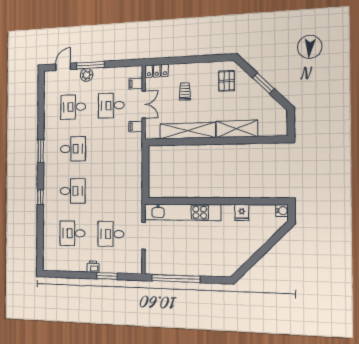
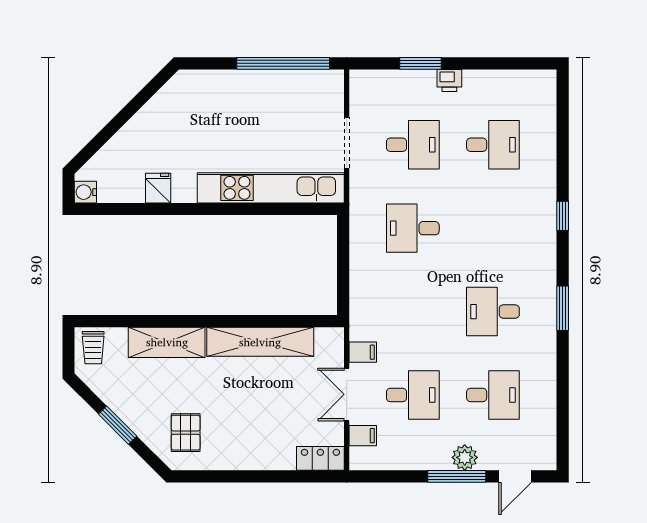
trolley: (185, 91) -> (93, 348), moved
desk: (73, 191) -> (413, 228), moved

